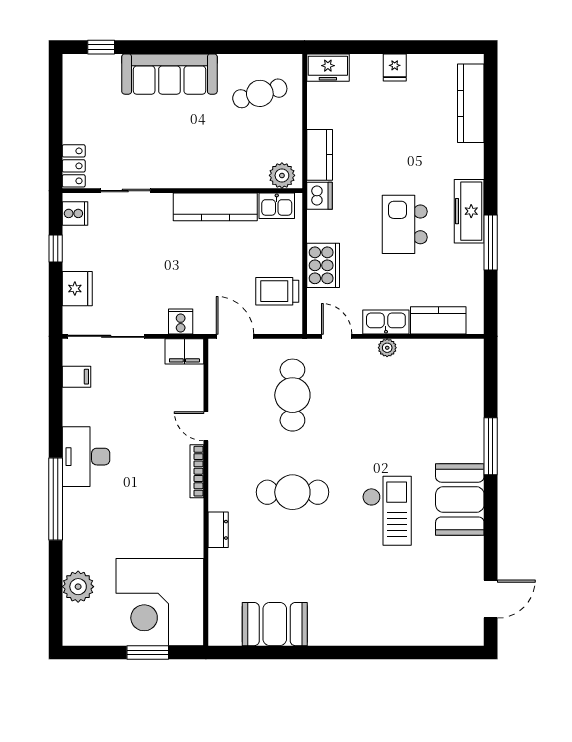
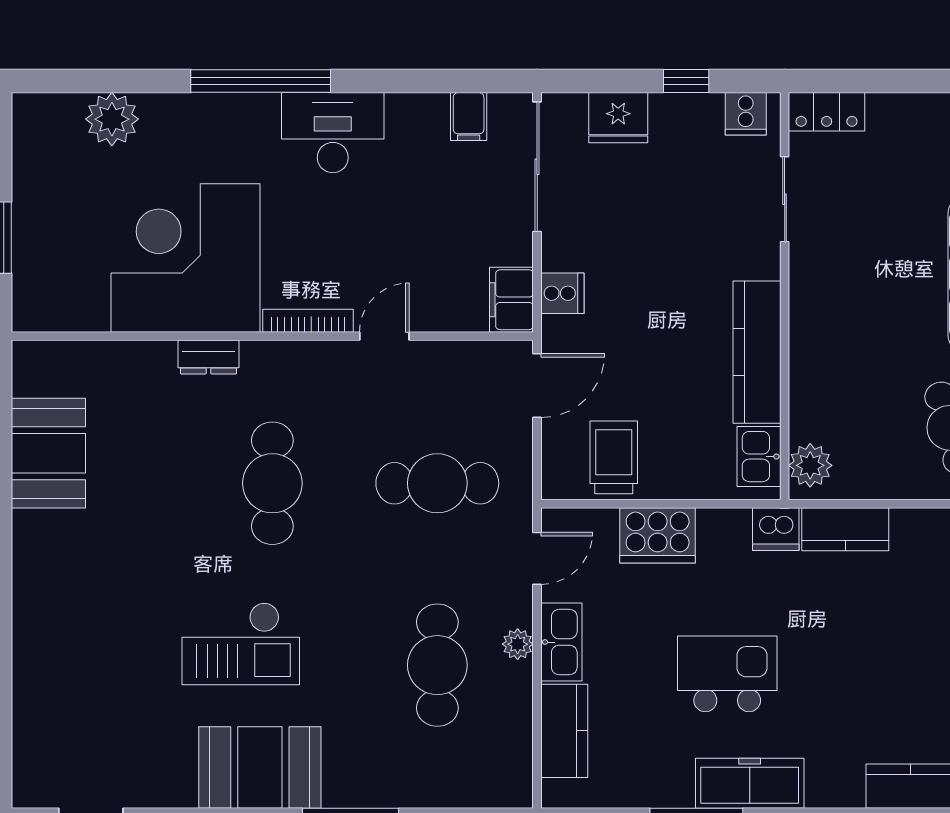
cafe table: (400, 395) -> (437, 665), added
corner desk: (160, 602) -> (185, 258), moved

